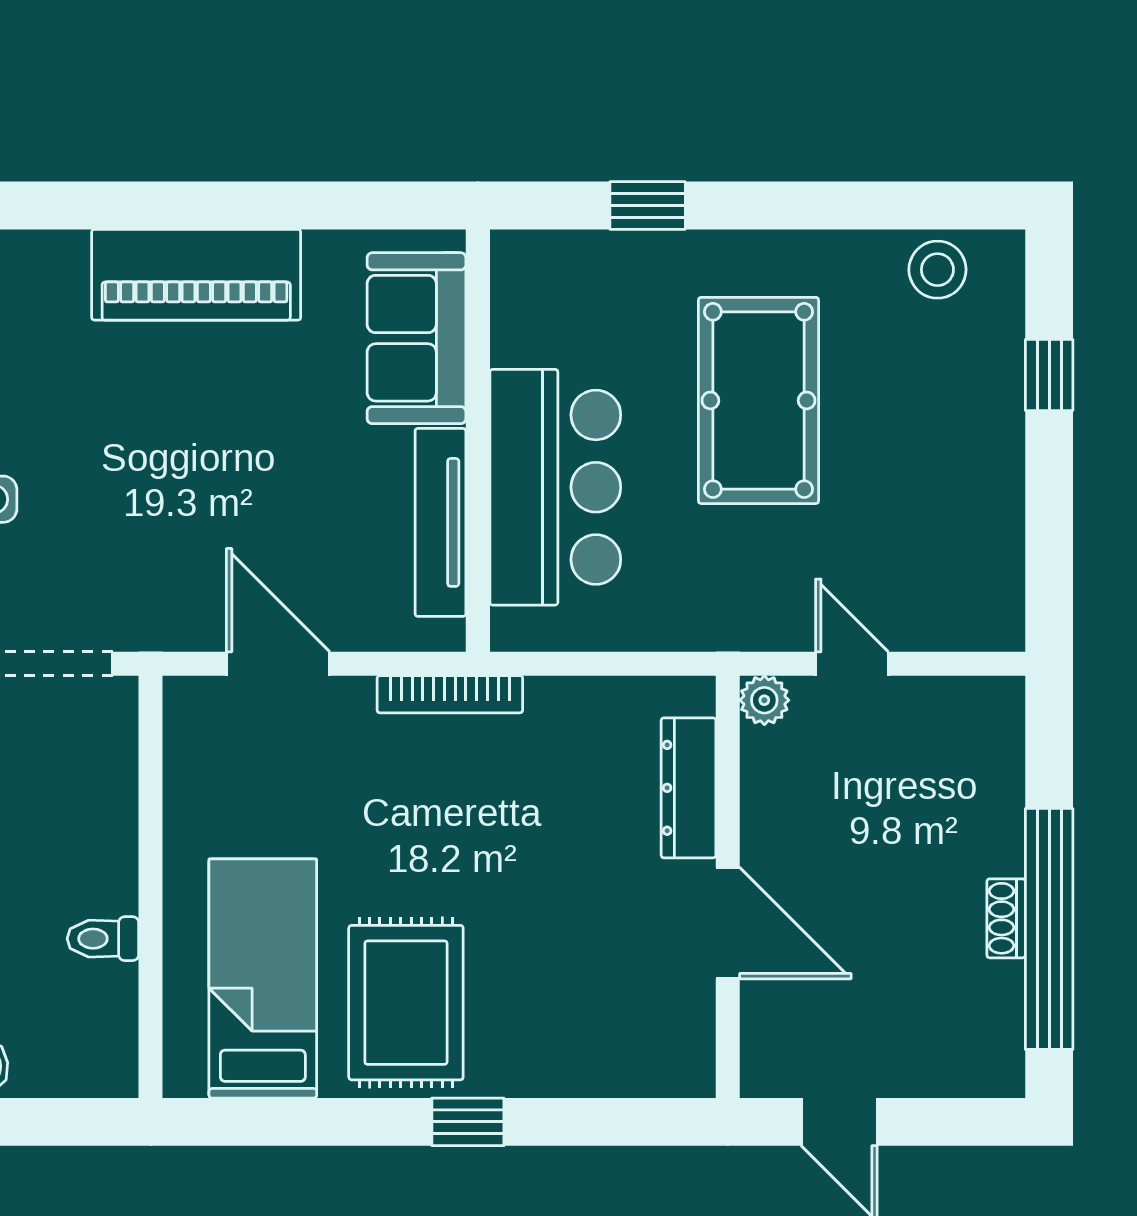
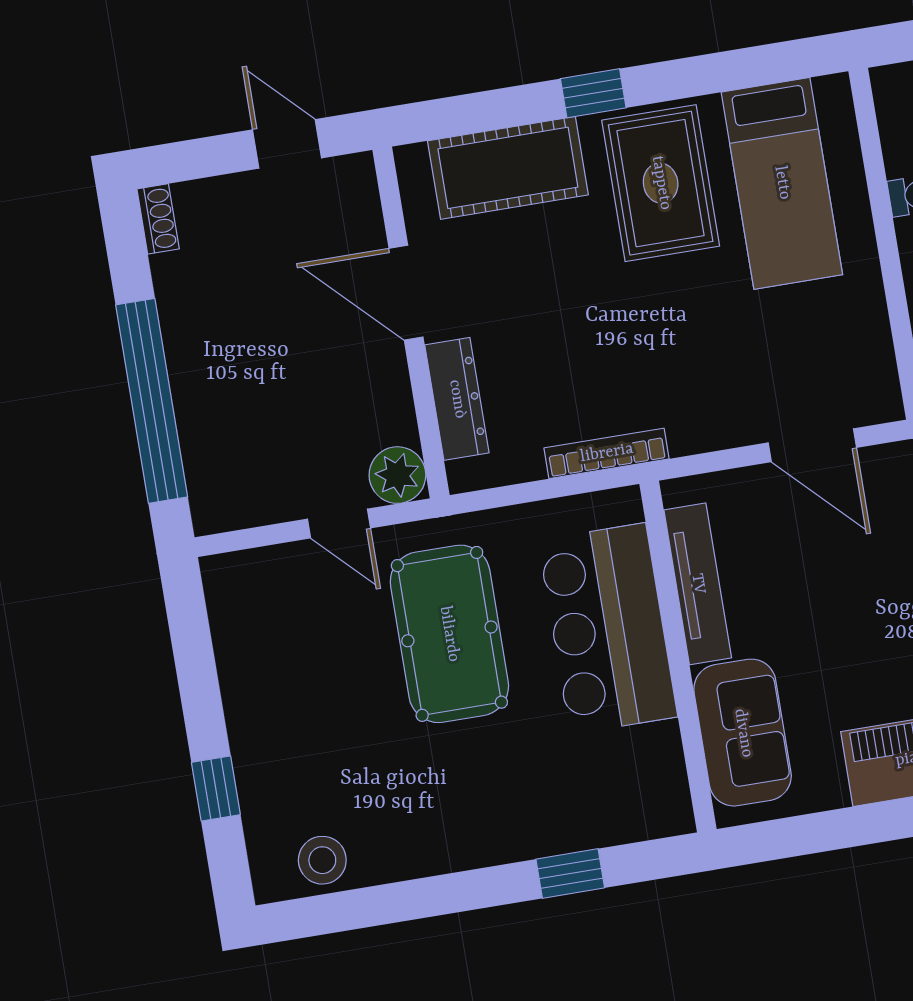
pool table: (758, 400) -> (449, 634), moved
bookcase: (450, 694) -> (607, 453), moved
plant: (764, 700) -> (397, 475), width x1.38, depth x1.38
shoe rack: (1006, 918) -> (158, 219), moved
window: (1049, 929) -> (152, 401), moved
cot: (583, 1050) -> (508, 168), added

